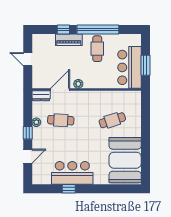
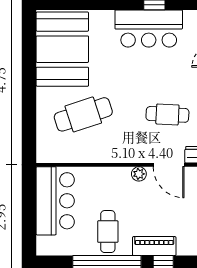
window: (145, 65) -> (29, 204), removed
door: (60, 89) -> (169, 165), hinge flipped
cafe table: (112, 120) -> (83, 114), width x1.37, depth x1.35

